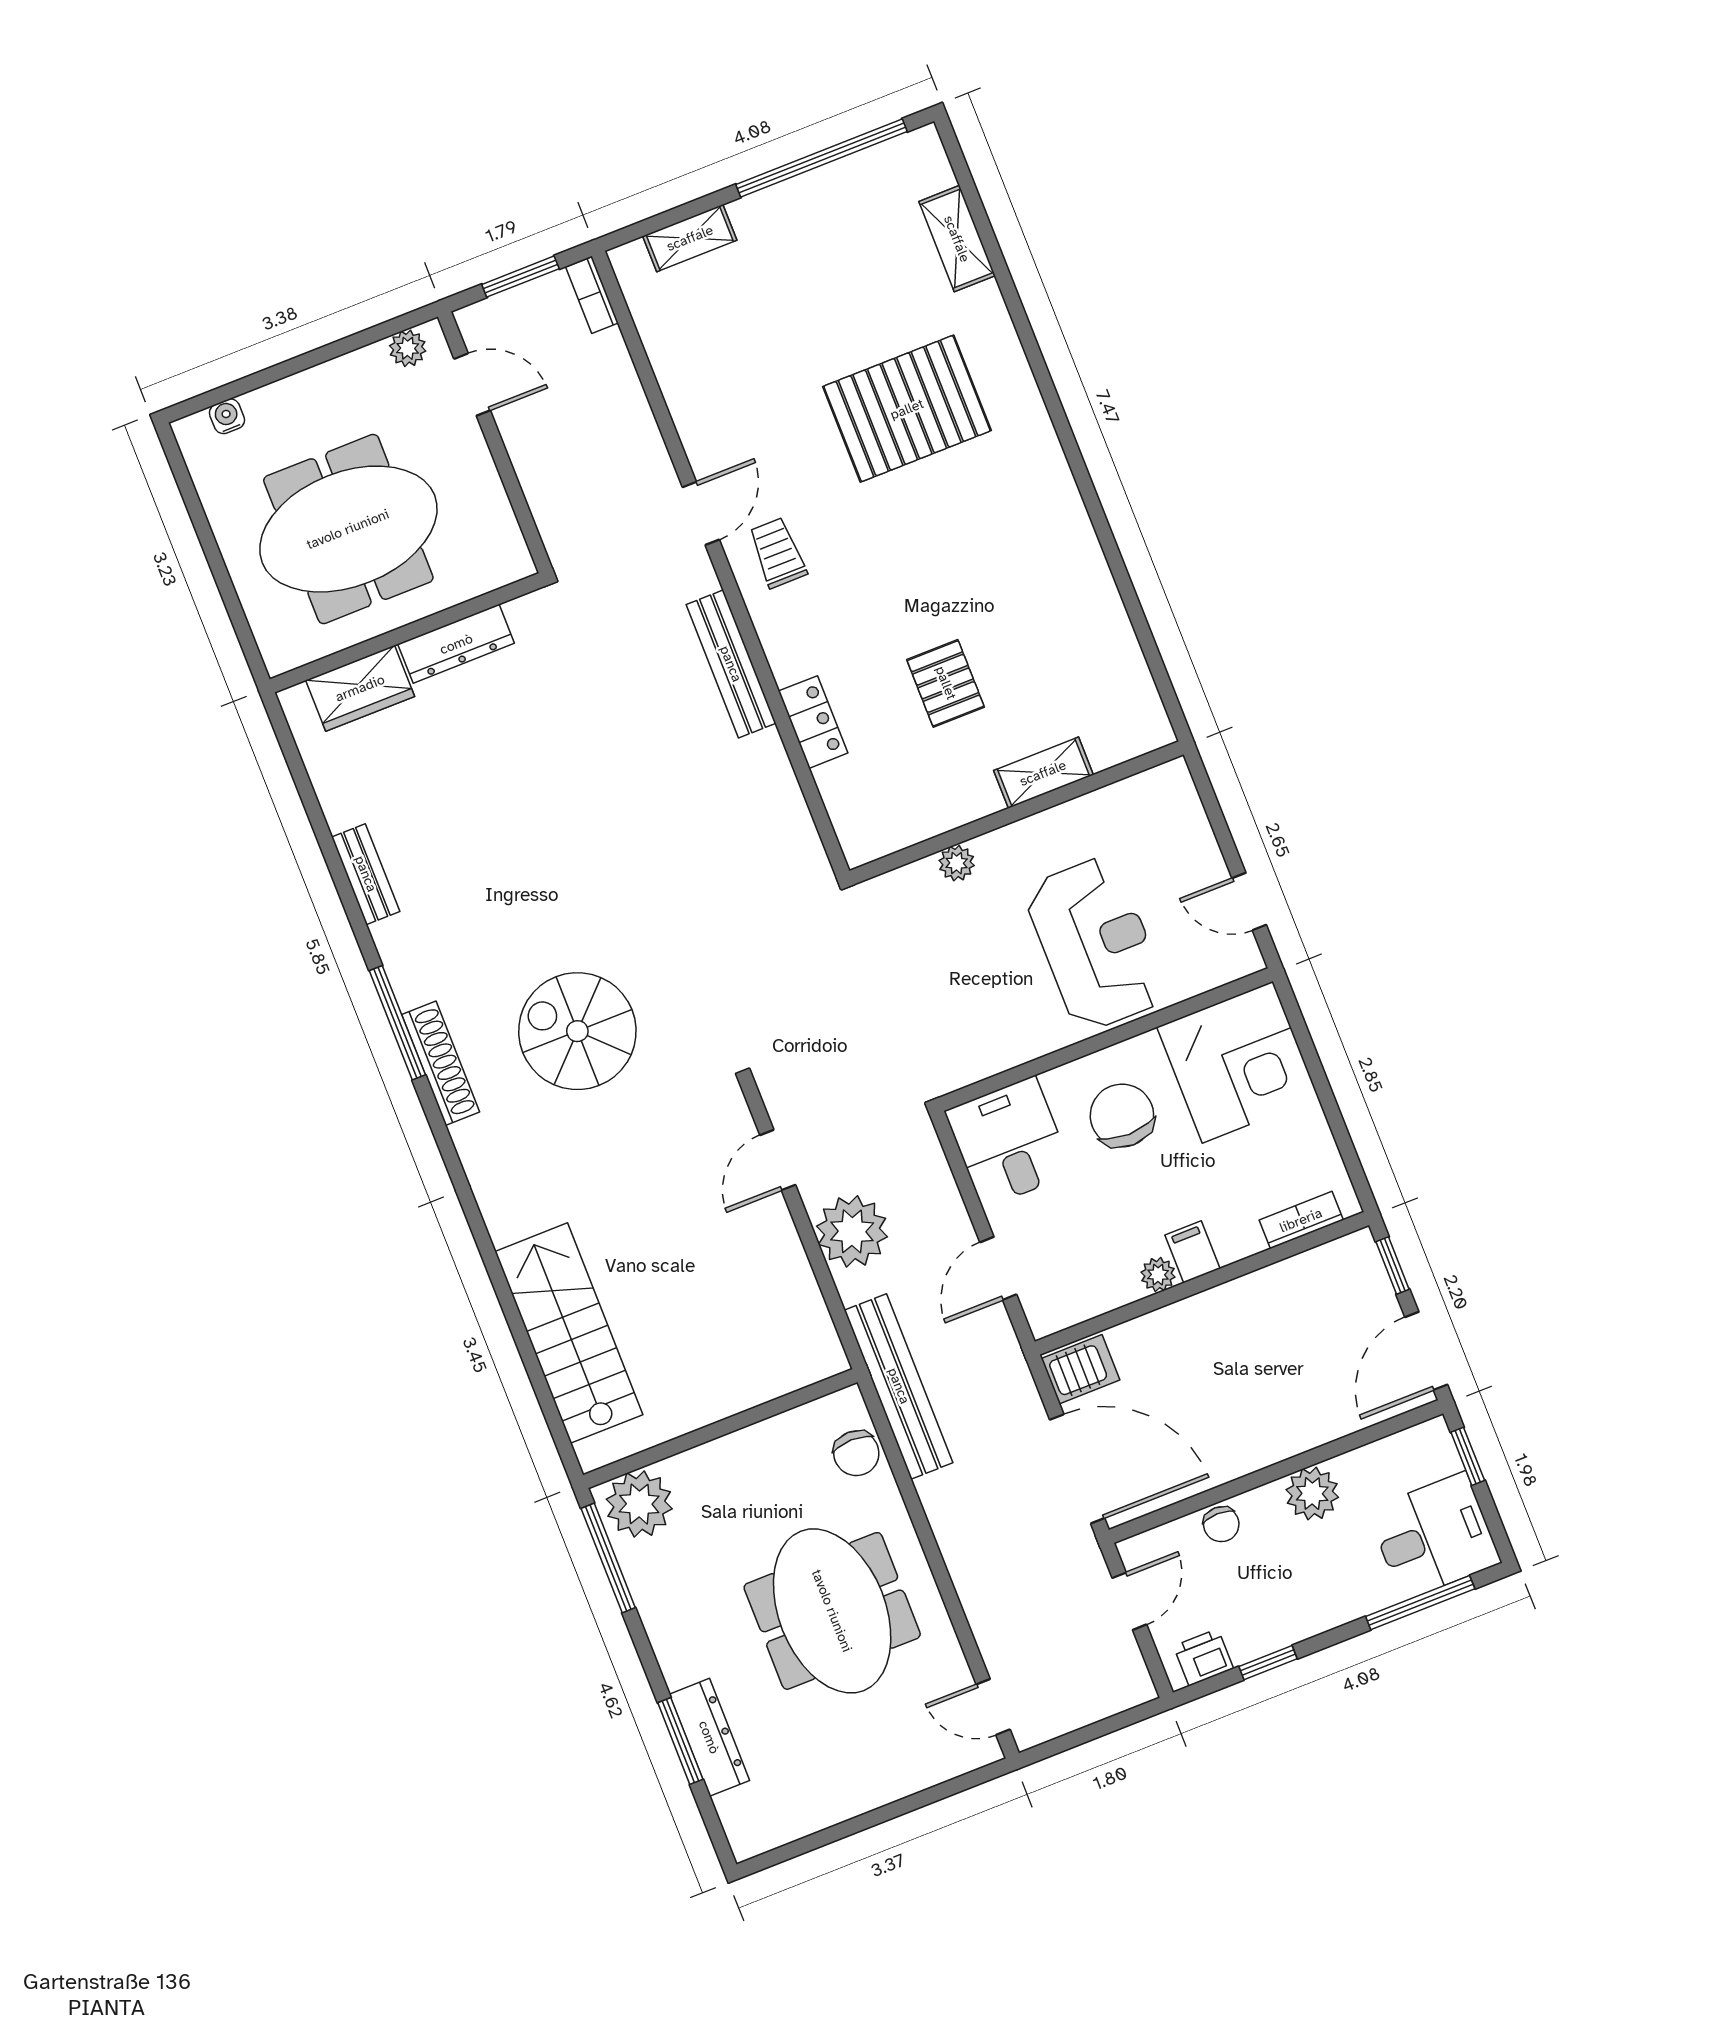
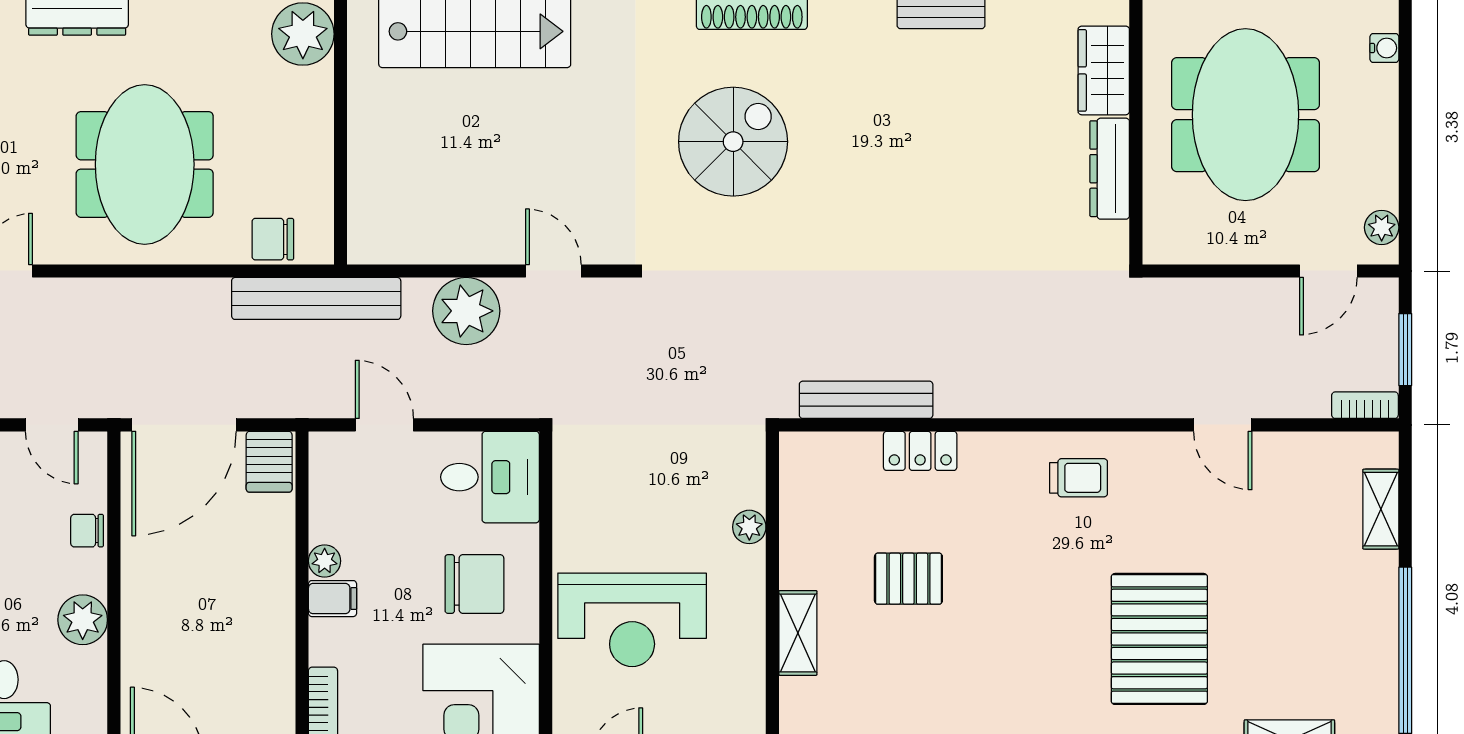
door: (701, 513) -> (1223, 425), moved
bench: (731, 664) -> (866, 400), moved
meeting table: (832, 1611) -> (145, 164), turned 90

